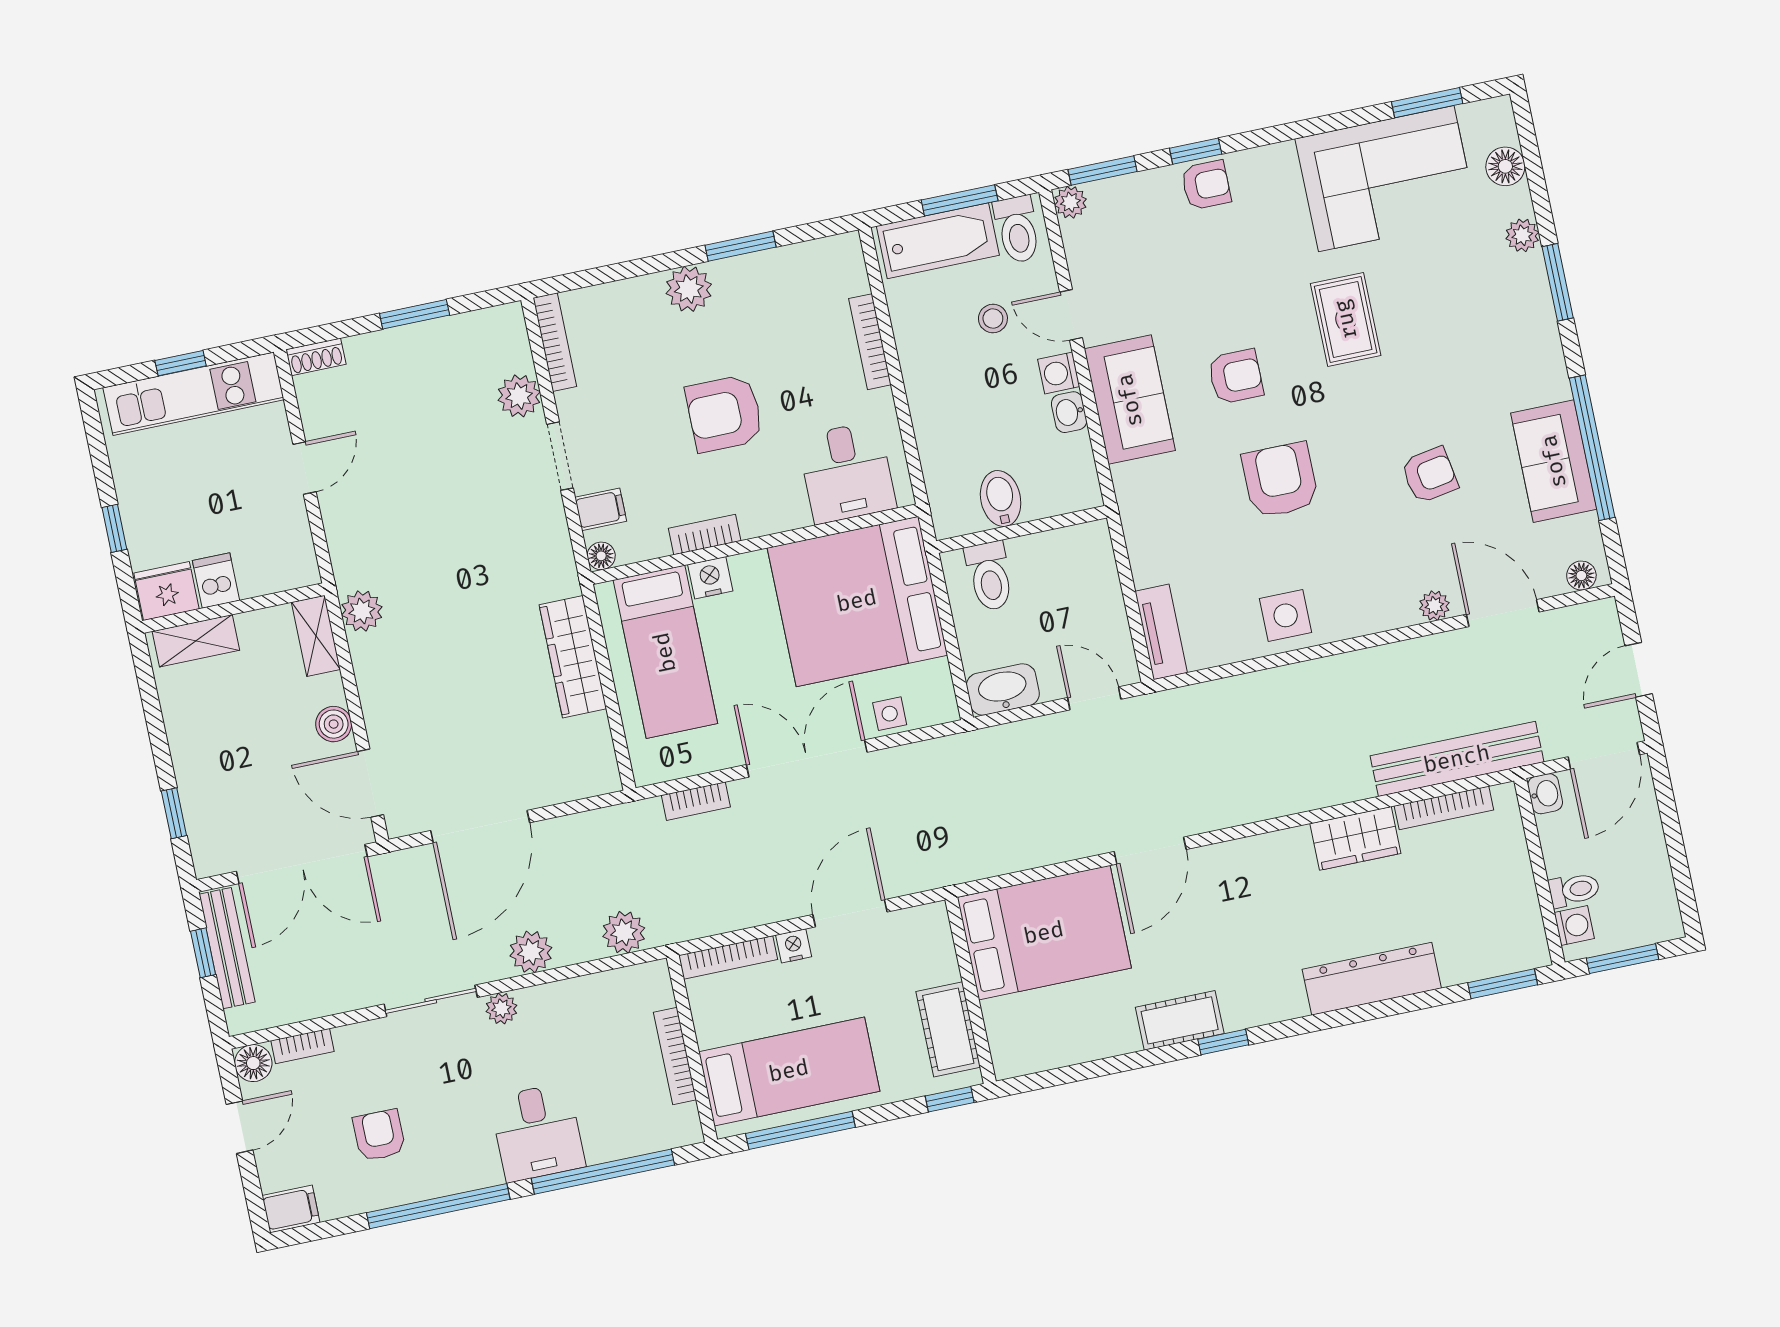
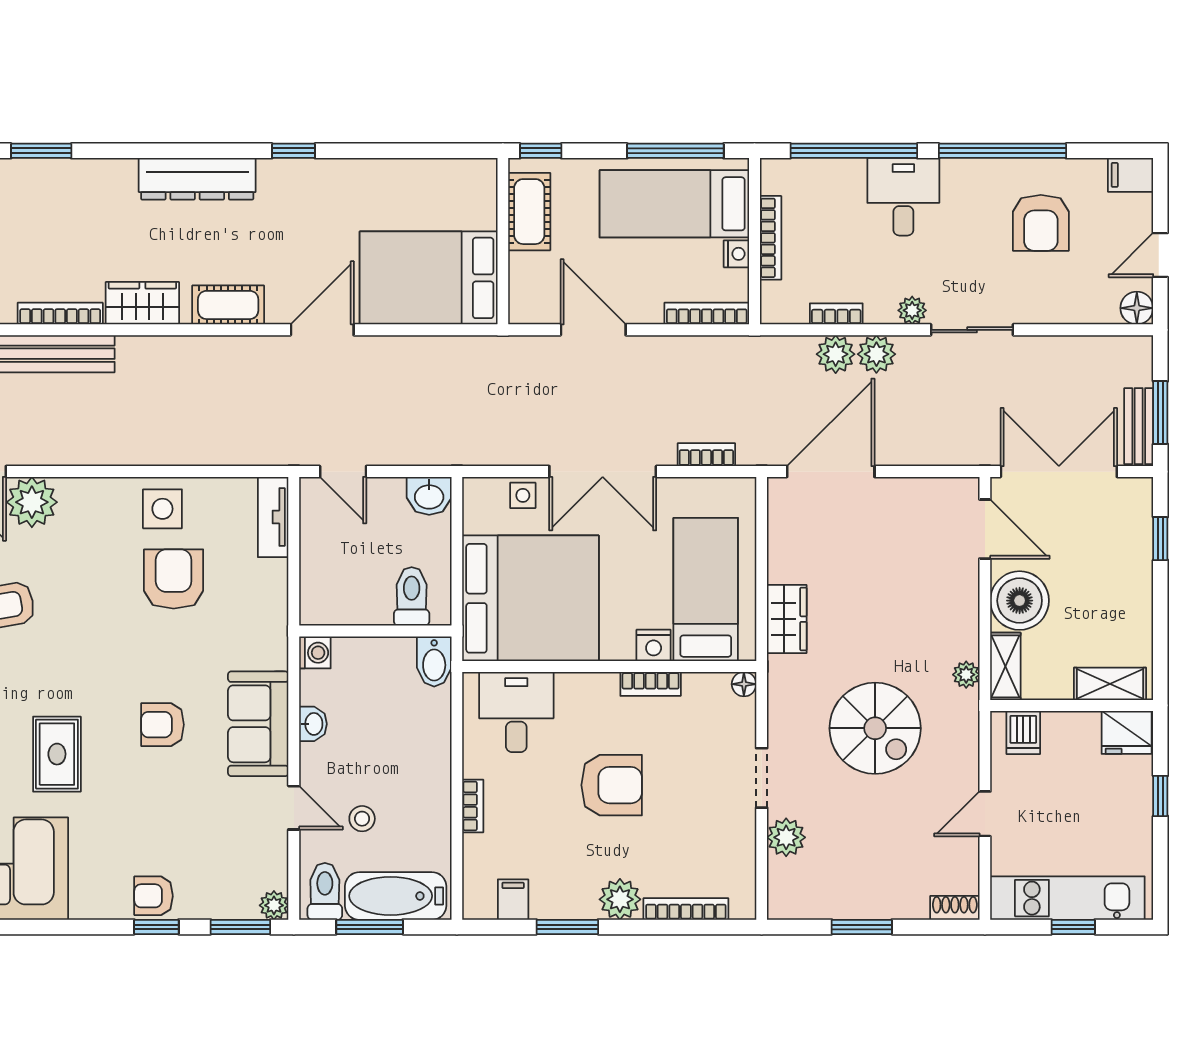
bookcase: (555, 342) -> (686, 909), moved, turned 90
bookcase: (870, 342) -> (473, 806), width x0.64
washing machine: (1059, 373) -> (315, 653), moved
armchair: (1280, 480) -> (174, 579), moved, turned 180
bidet: (1001, 499) -> (434, 661), moved
filing cabinet: (601, 509) -> (513, 900), moved, turned 90
spiral stairs: (446, 537) -> (875, 728), added
dishwasher: (216, 580) -> (1023, 732), moved
plant: (1434, 606) -> (32, 502), width x1.88, depth x1.88
plant: (362, 611) -> (966, 675), width x0.73, depth x0.73
wardrobe: (573, 657) -> (787, 619), width x0.67
washbasin: (1003, 689) -> (429, 496), width x0.72
boiler: (334, 724) -> (1020, 601), width x1.86, depth x1.86
door: (480, 827) -> (831, 472), moved
door: (850, 913) -> (593, 330), swing flipped
plant: (624, 932) -> (836, 354), moved
nightstand: (794, 946) -> (736, 254), moved, turned -90
bench: (227, 948) -> (1139, 426), width x0.73
window: (203, 953) -> (1160, 413), width x1.50
dresser: (1372, 979) -> (197, 179), moved
cot: (1180, 1020) -> (228, 305), moved
bookcase: (303, 1046) -> (836, 314), moved
armchair: (379, 1135) -> (1041, 223), width x1.38, depth x1.38

